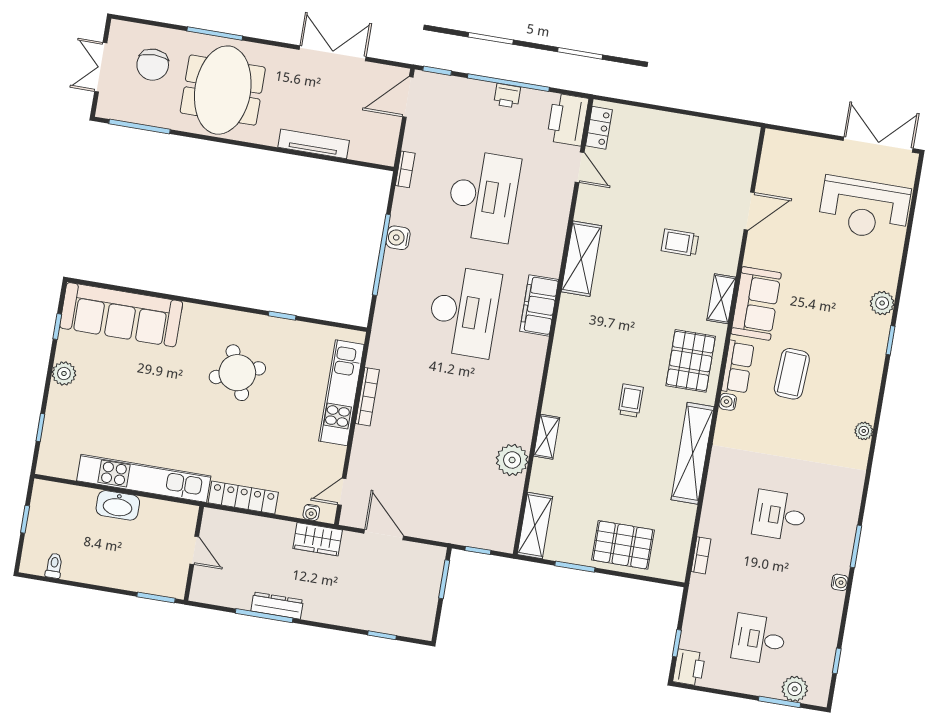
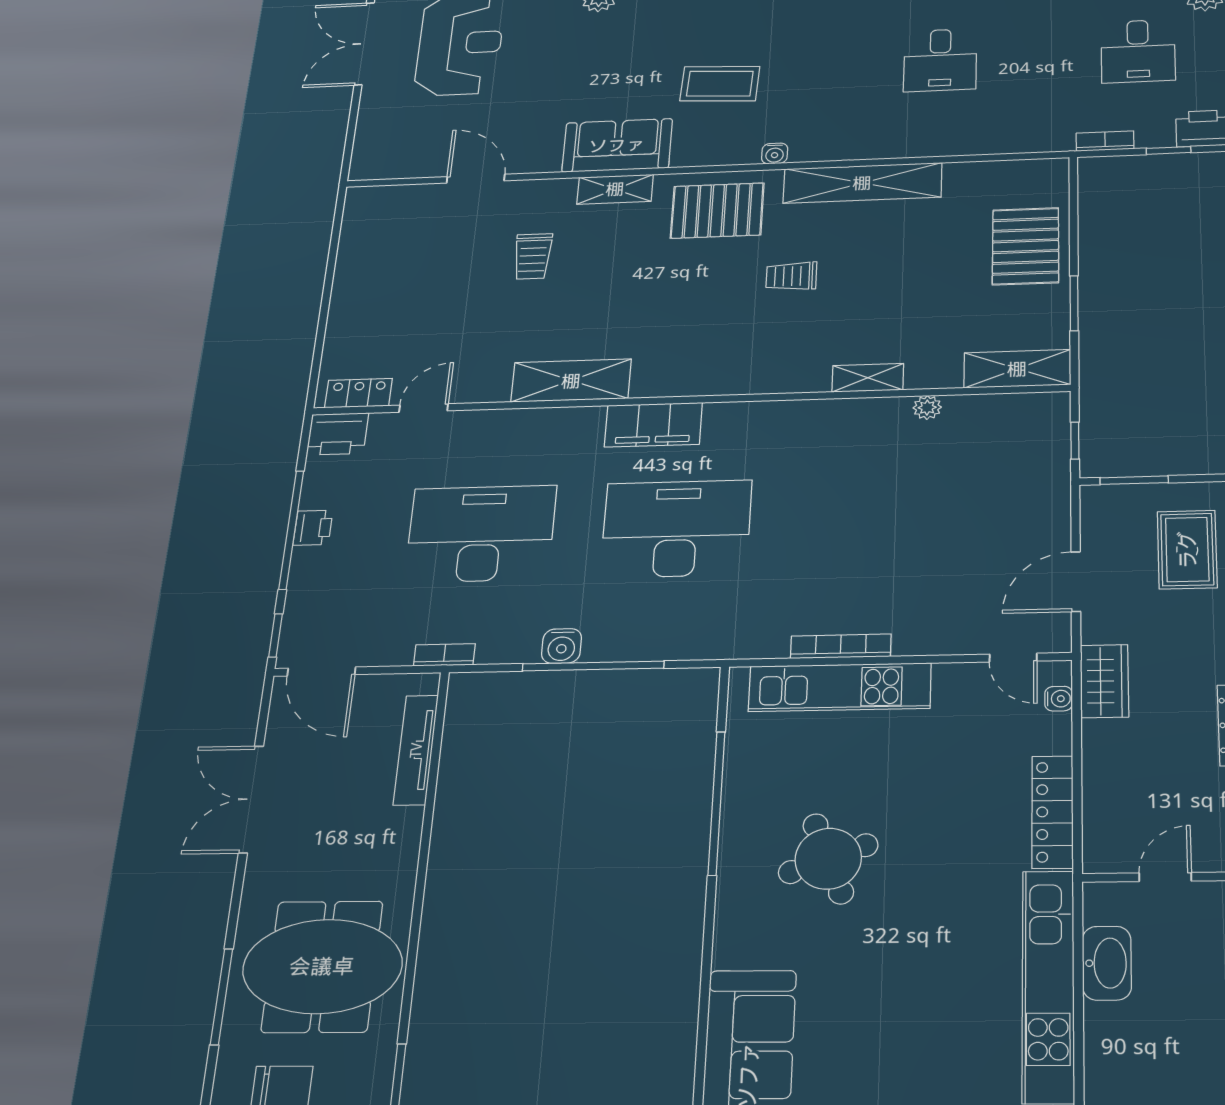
printer: (568, 120) -> (338, 434), width x0.73, depth x0.84
tv unit: (314, 144) -> (416, 750), moved
window: (282, 316) -> (716, 803), width x3.17
row of seats: (738, 367) -> (719, 150), removed
plant: (512, 460) -> (927, 408), width x0.53, depth x0.53
washbasin: (118, 505) -> (1107, 963), moved
bookcase: (701, 555) -> (1105, 141), moved
rug: (392, 600) -> (1187, 550), added

